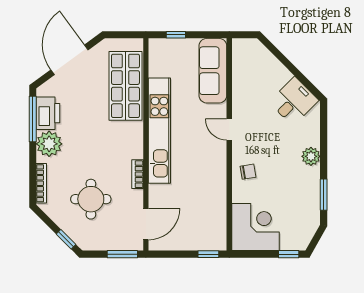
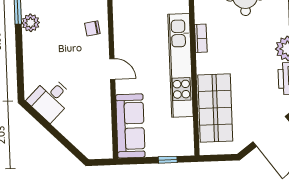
plant: (311, 156) -> (31, 23), moved
bookcase: (138, 174) -> (201, 38), moved

